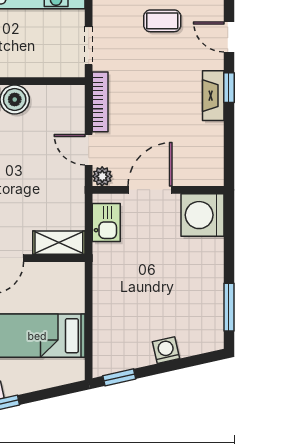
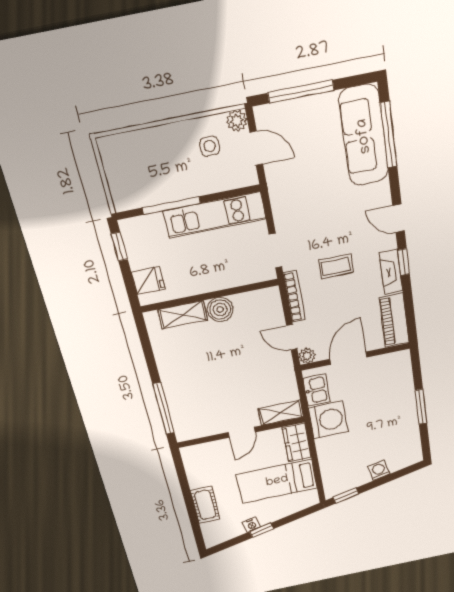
coffee table: (162, 21) -> (336, 266), moved
piano: (210, 154) -> (394, 320), added
washing machine: (203, 215) -> (328, 420), moved, turned 180
wardrobe: (71, 287) -> (297, 443), added
window: (229, 307) -> (421, 407), moved

